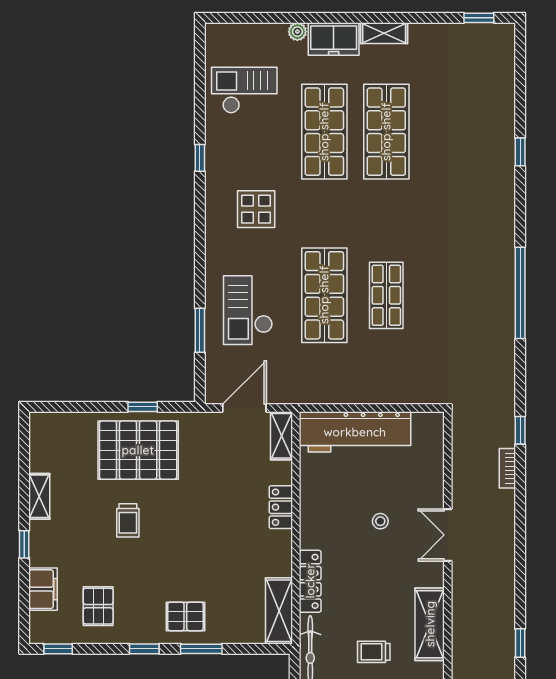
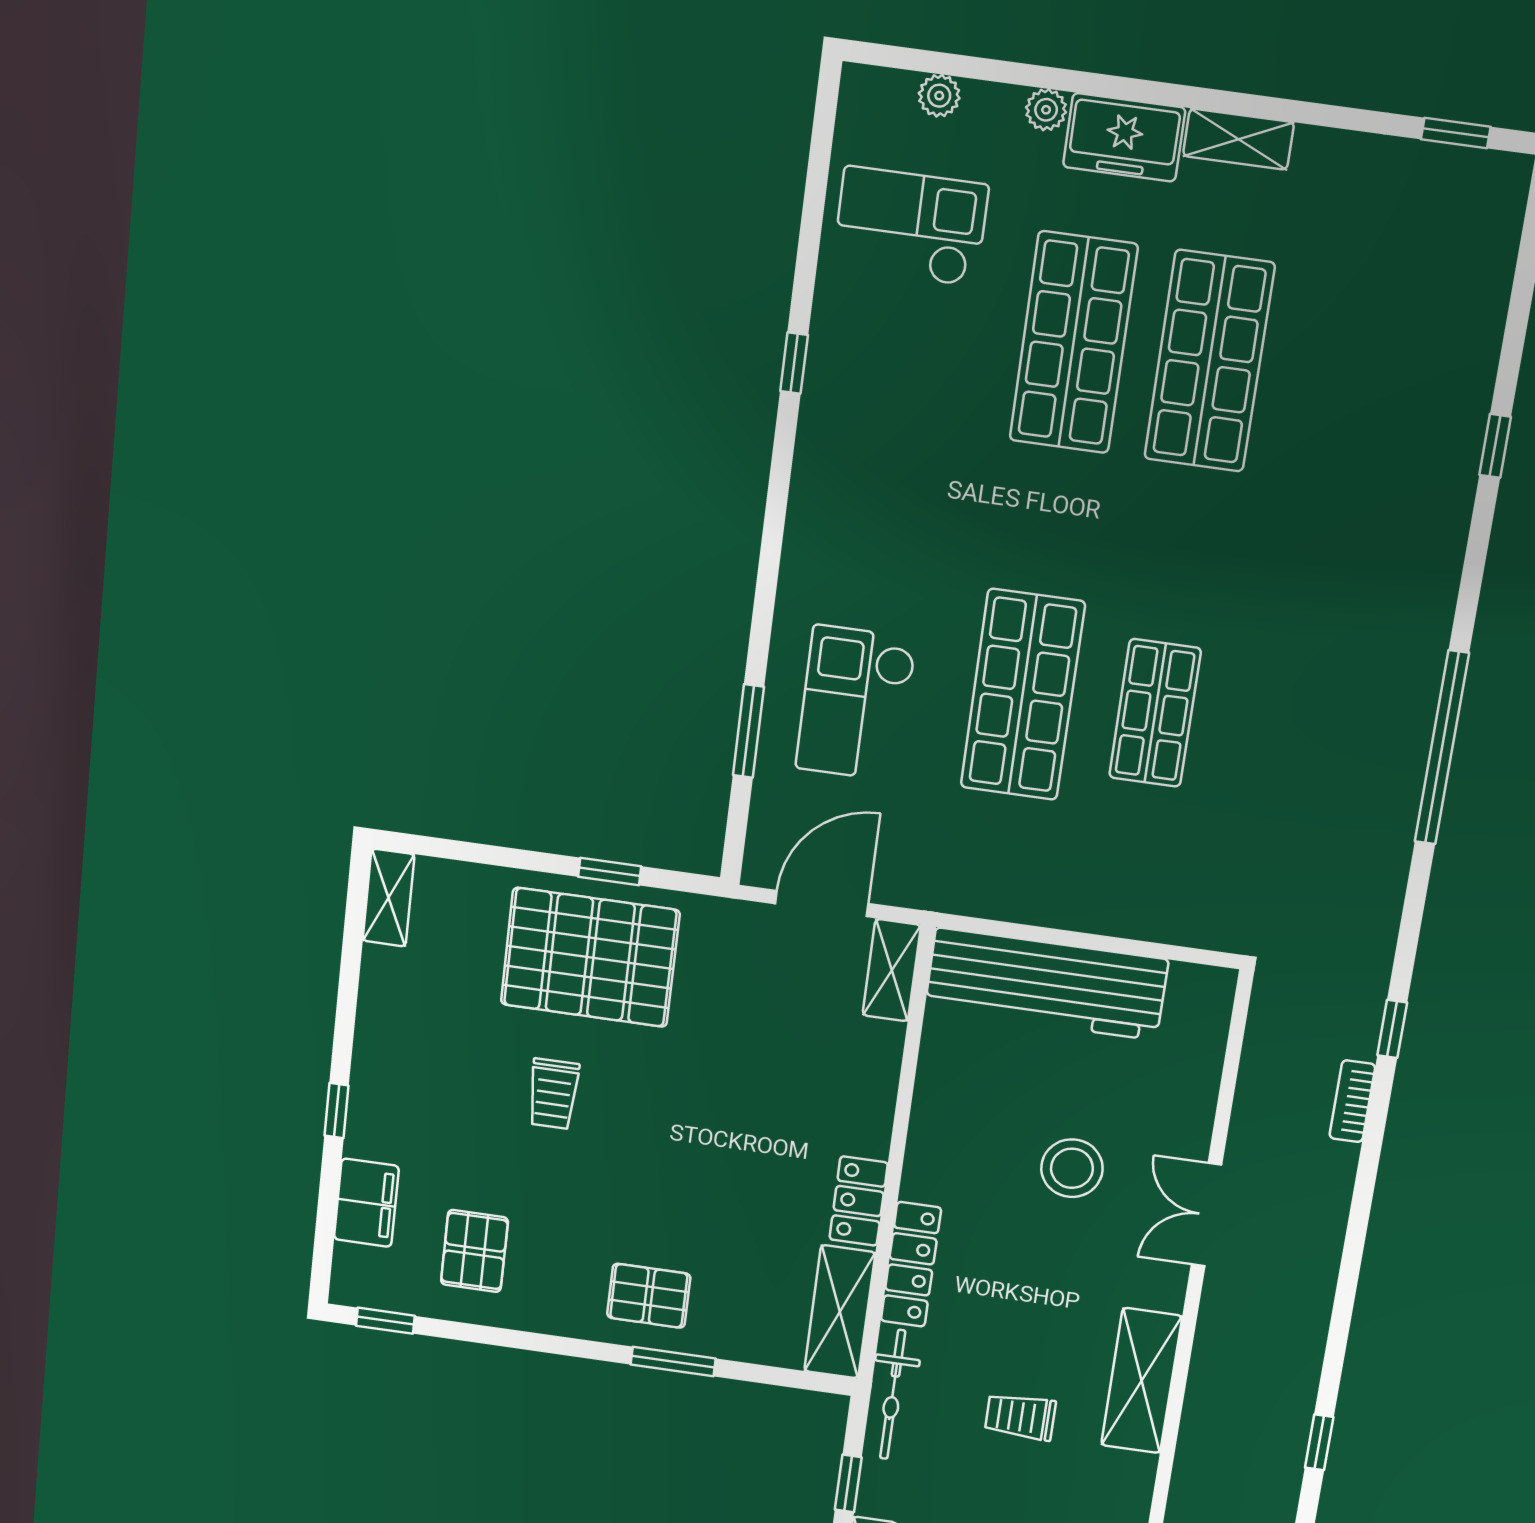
plant: (249, 32) -> (939, 96), added
display table: (256, 209) -> (902, 491), removed
shelving: (39, 496) -> (389, 898), moved
locker: (281, 507) -> (859, 1201), moved
stool: (380, 521) -> (1072, 1168), width x1.89, depth x1.89
window: (144, 649) -> (558, 1345), removed

